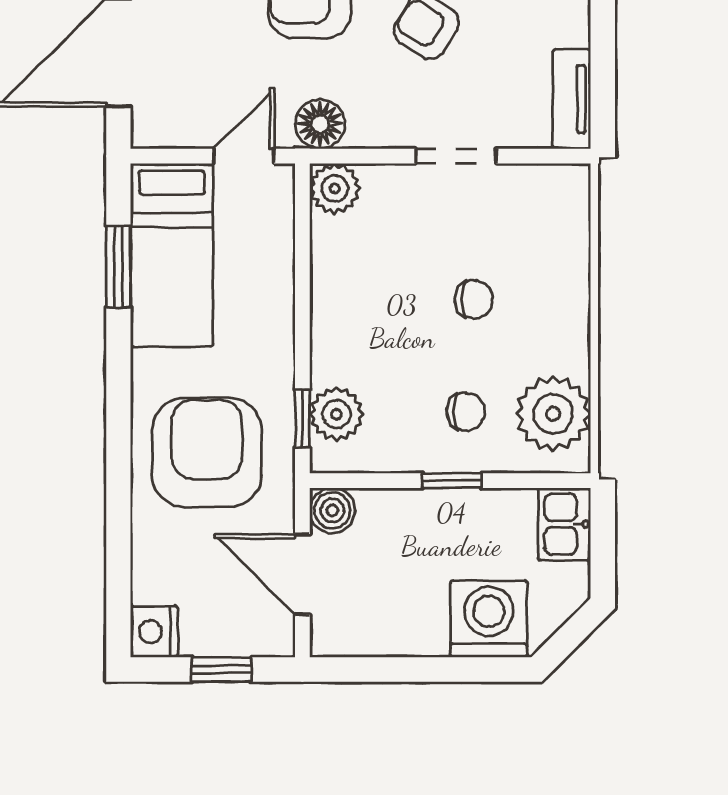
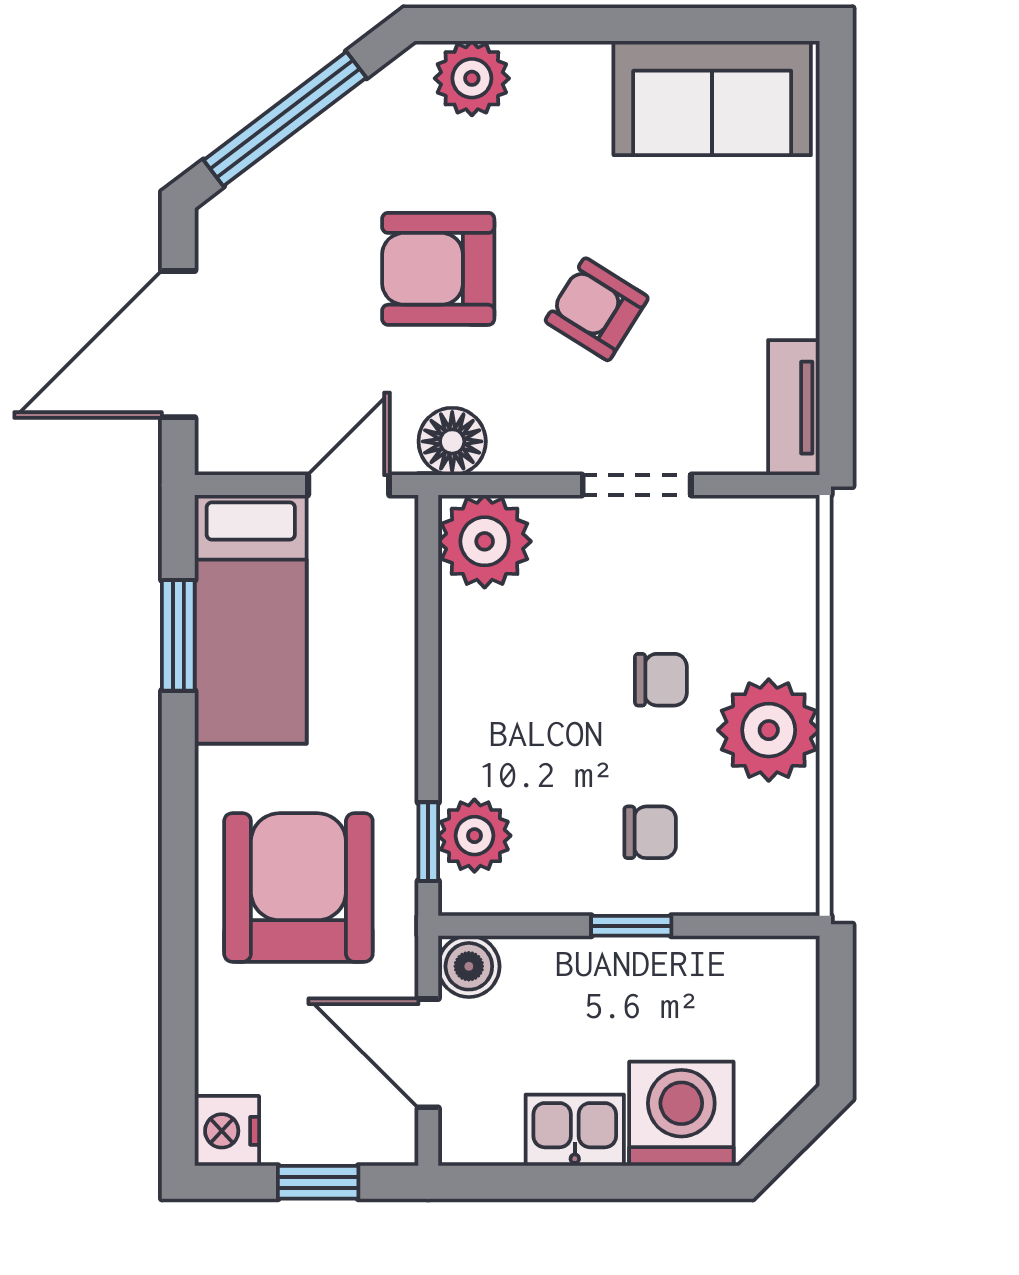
plant: (335, 188) -> (485, 541), width x1.36, depth x1.36
plant: (553, 414) -> (769, 730), moved
kitchen sink: (564, 524) -> (575, 1130), moved, turned 90

